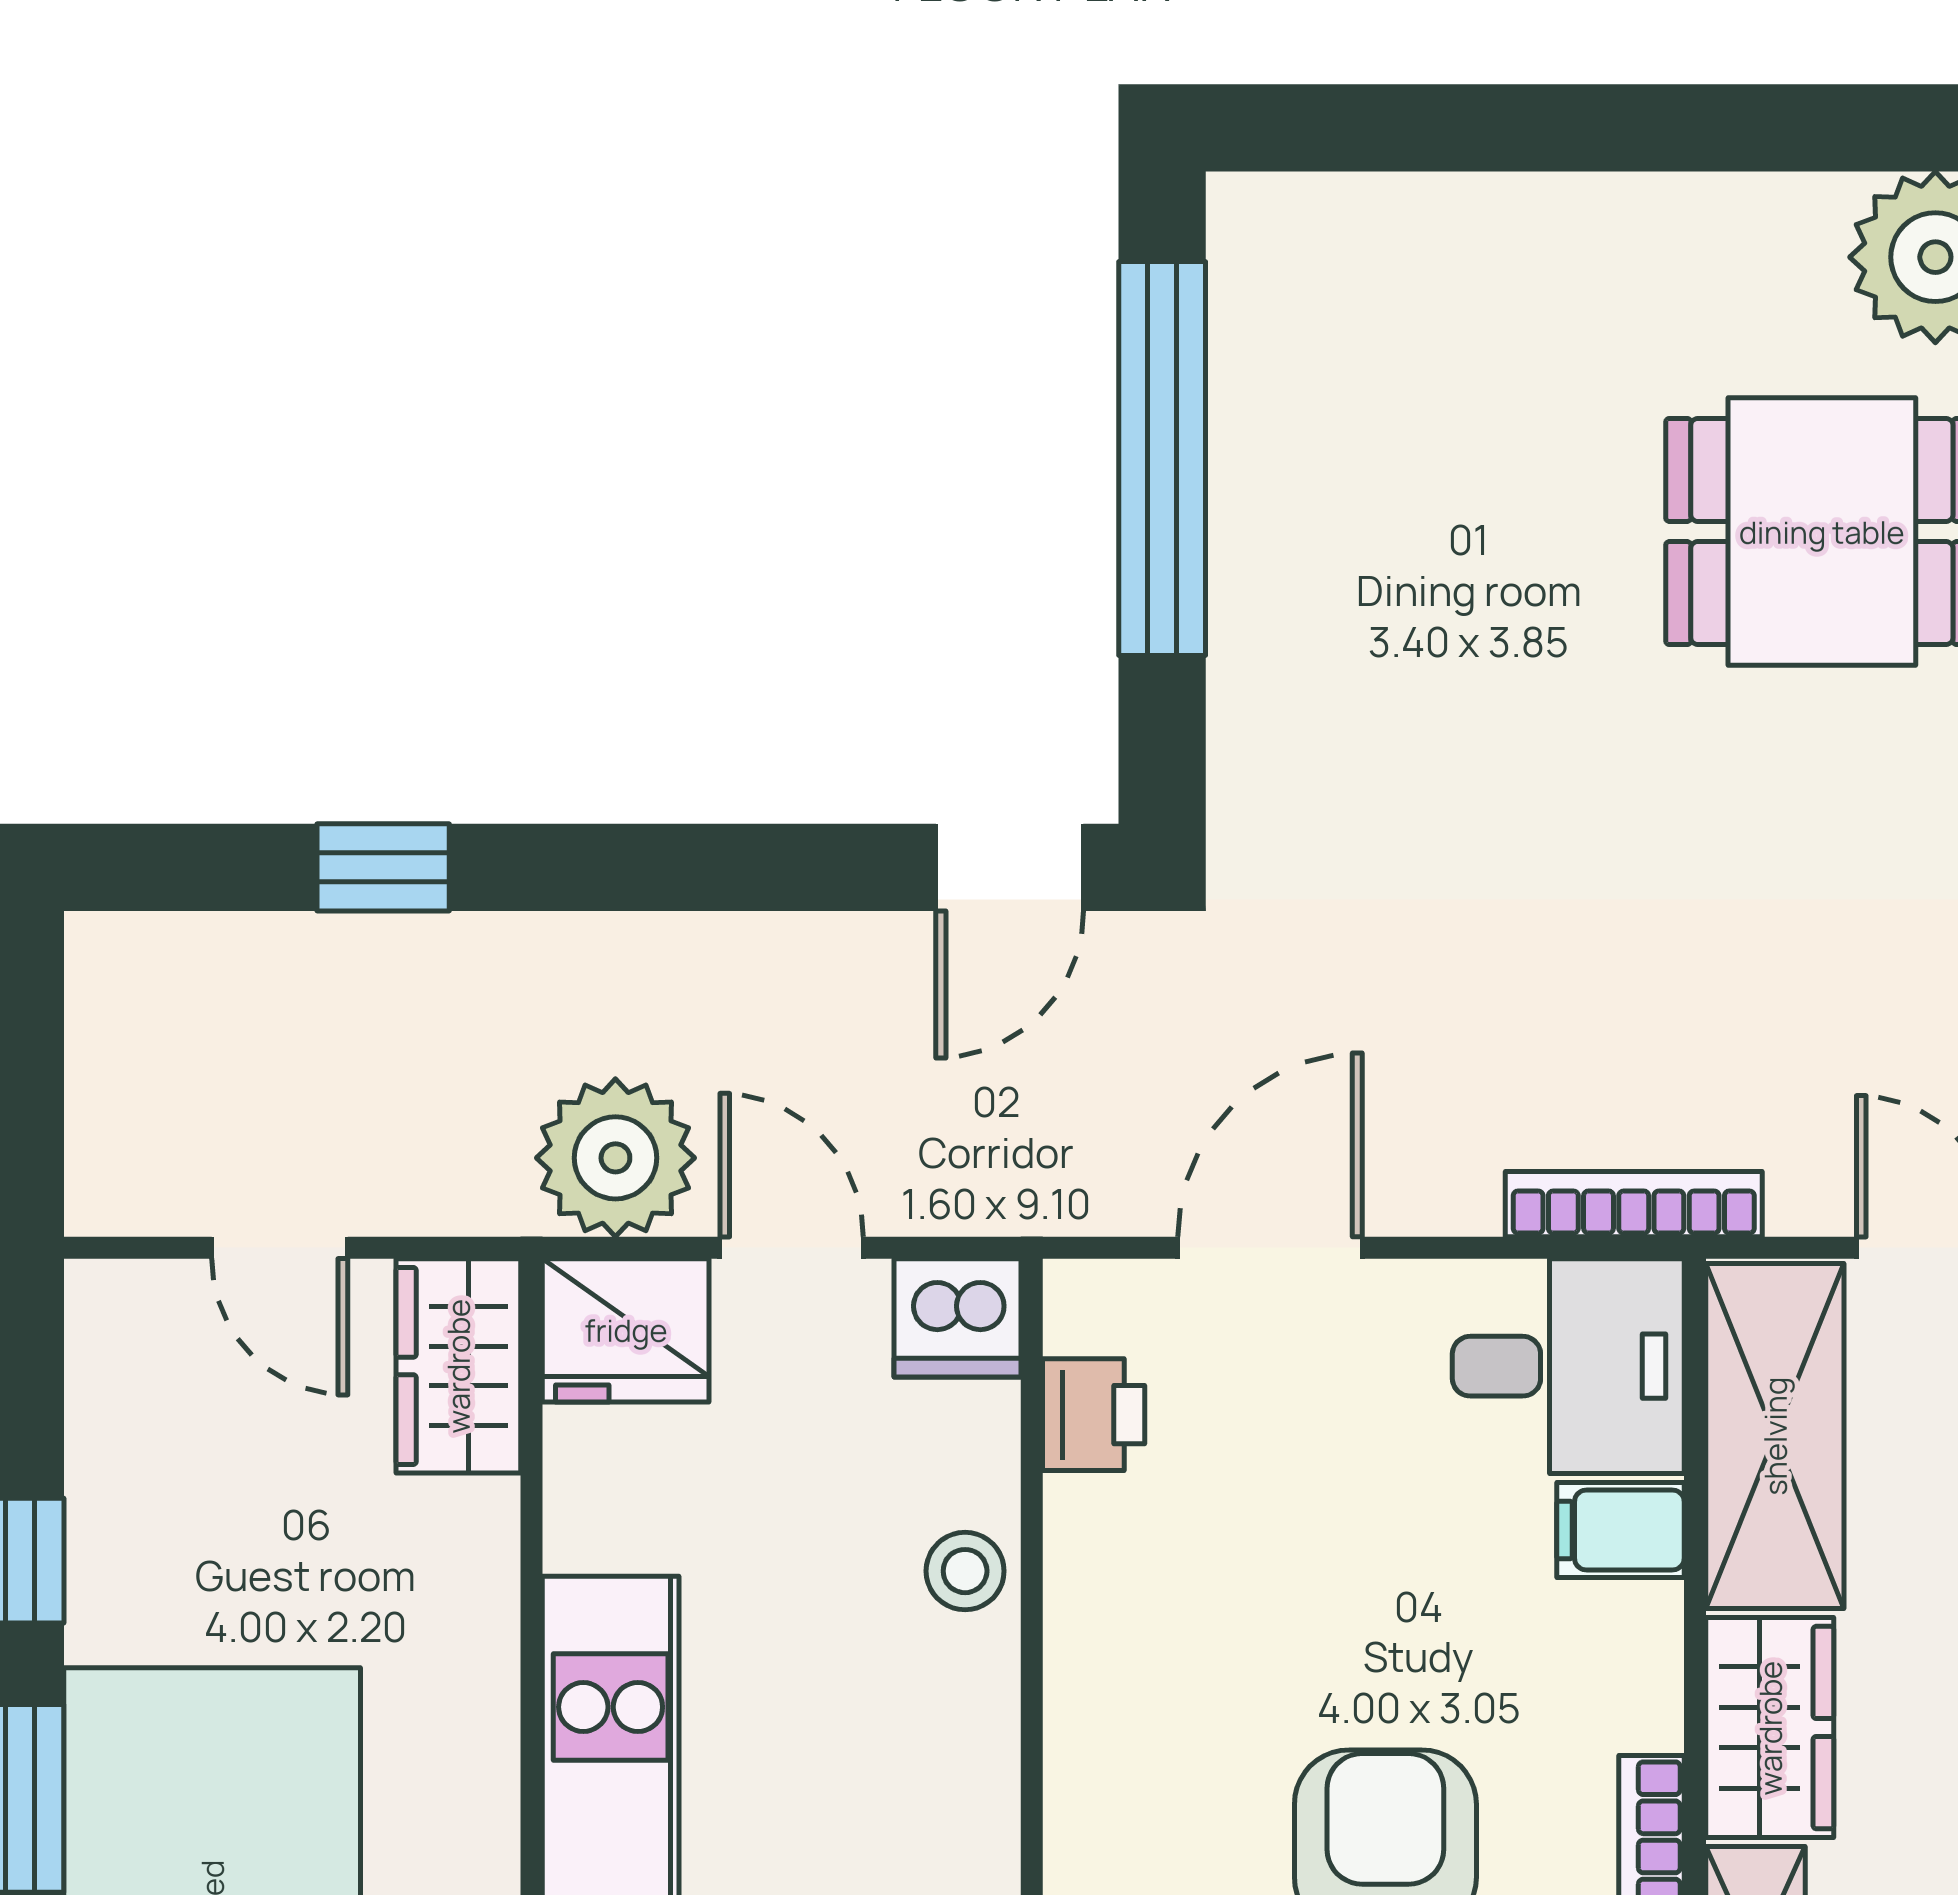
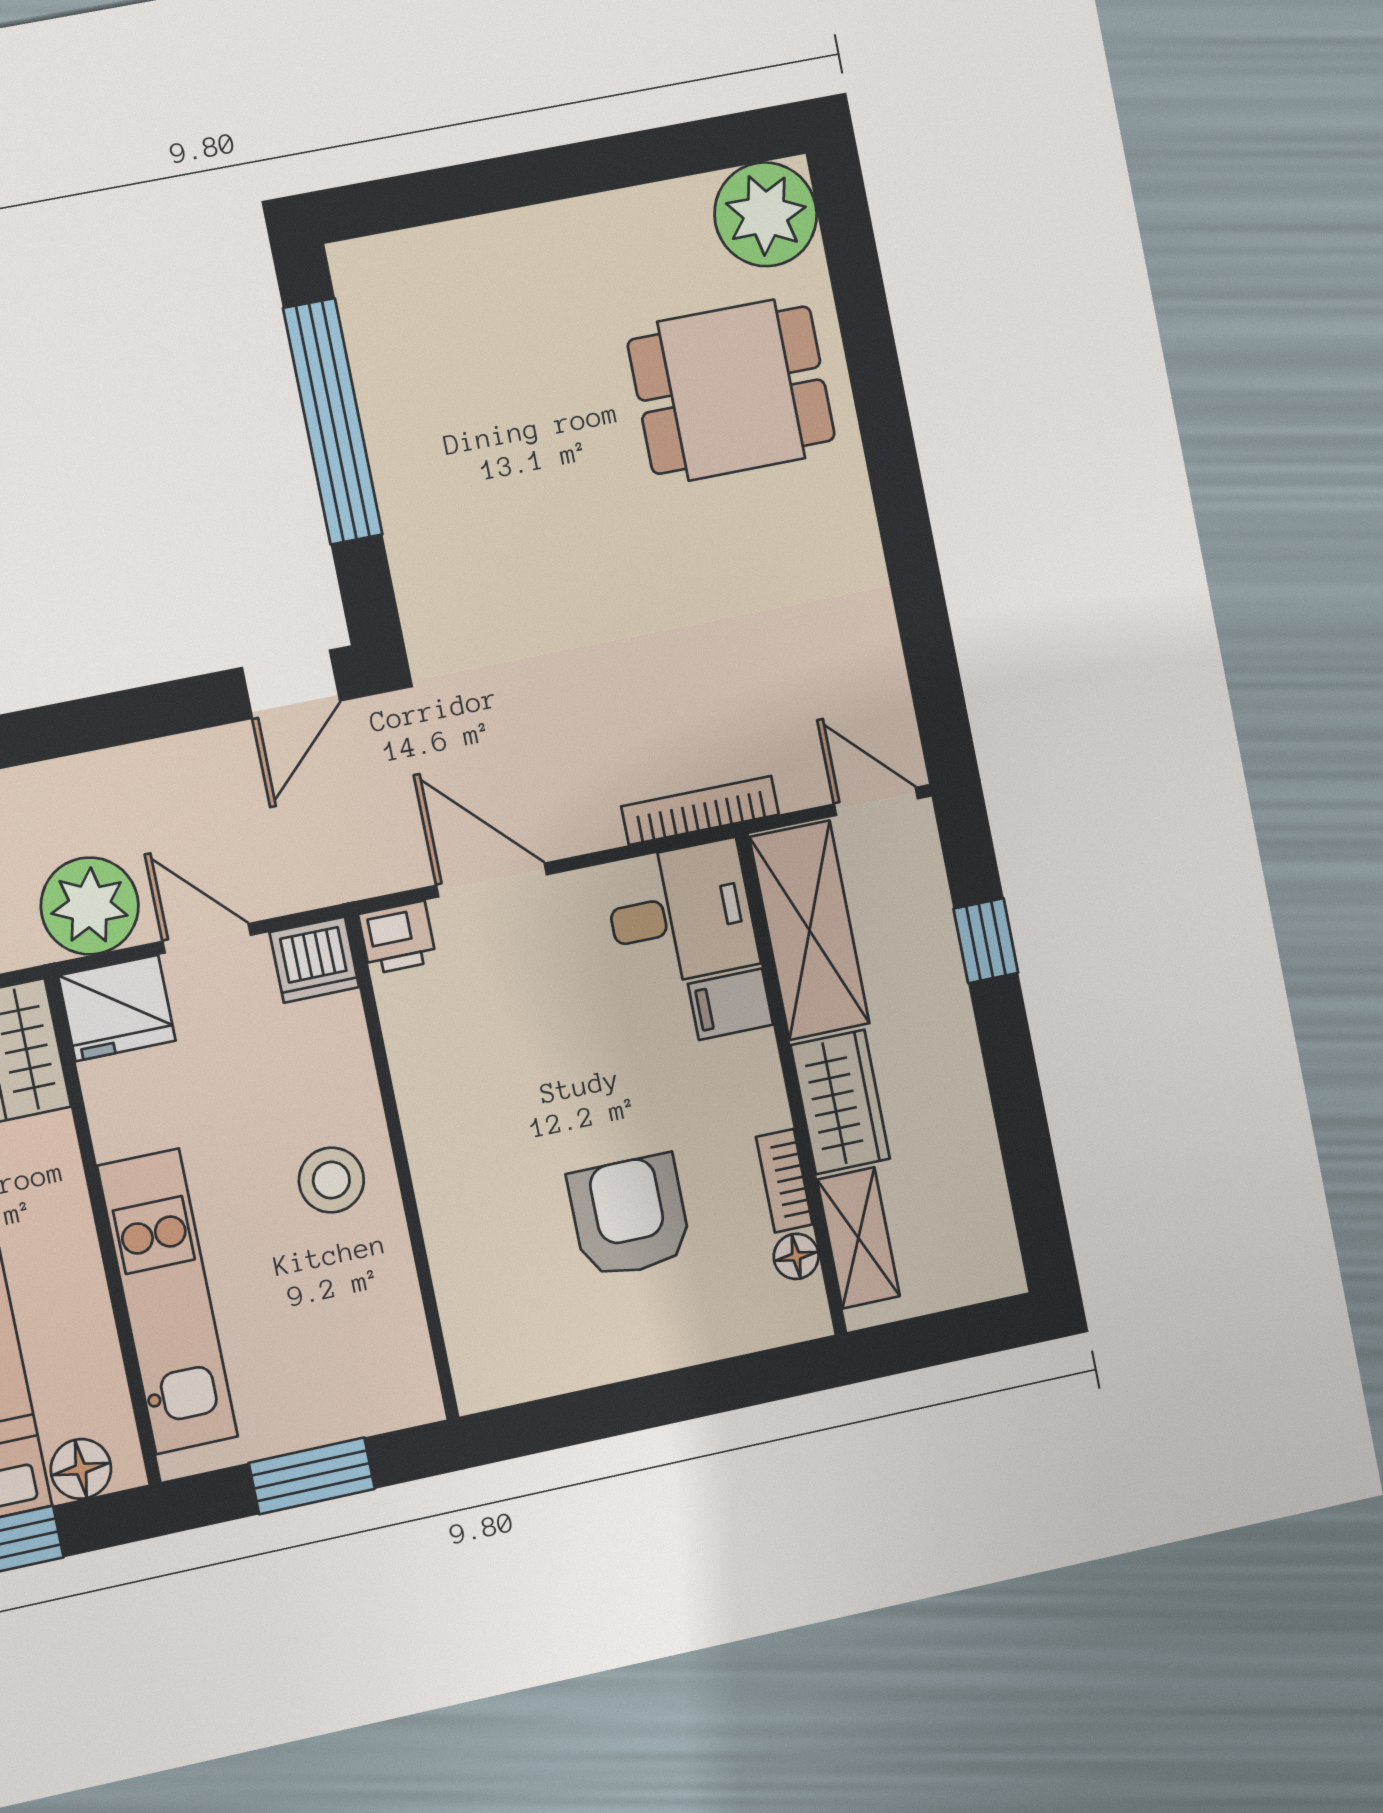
door: (1270, 1248) -> (492, 880), hinge flipped
printer: (1094, 1415) -> (397, 938), moved, turned 90
stool: (965, 1571) -> (331, 1180), moved, width x1.37, depth x1.37

